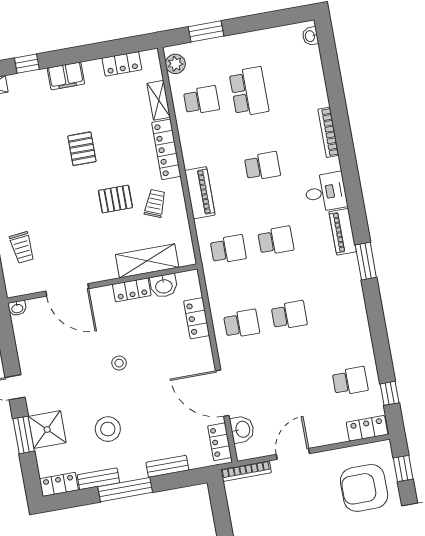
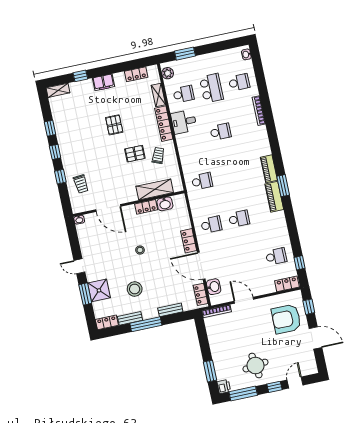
desk: (326, 192) -> (184, 122), moved, turned 180
piano: (200, 193) -> (274, 197), moved, turned 180
school desk: (276, 241) -> (239, 82), moved
locker: (197, 318) -> (189, 241), moved
door: (293, 454) -> (244, 300), hinge flipped

